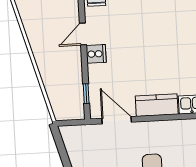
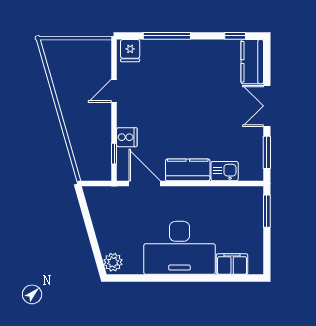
cooker: (96, 54) -> (127, 137), moved

